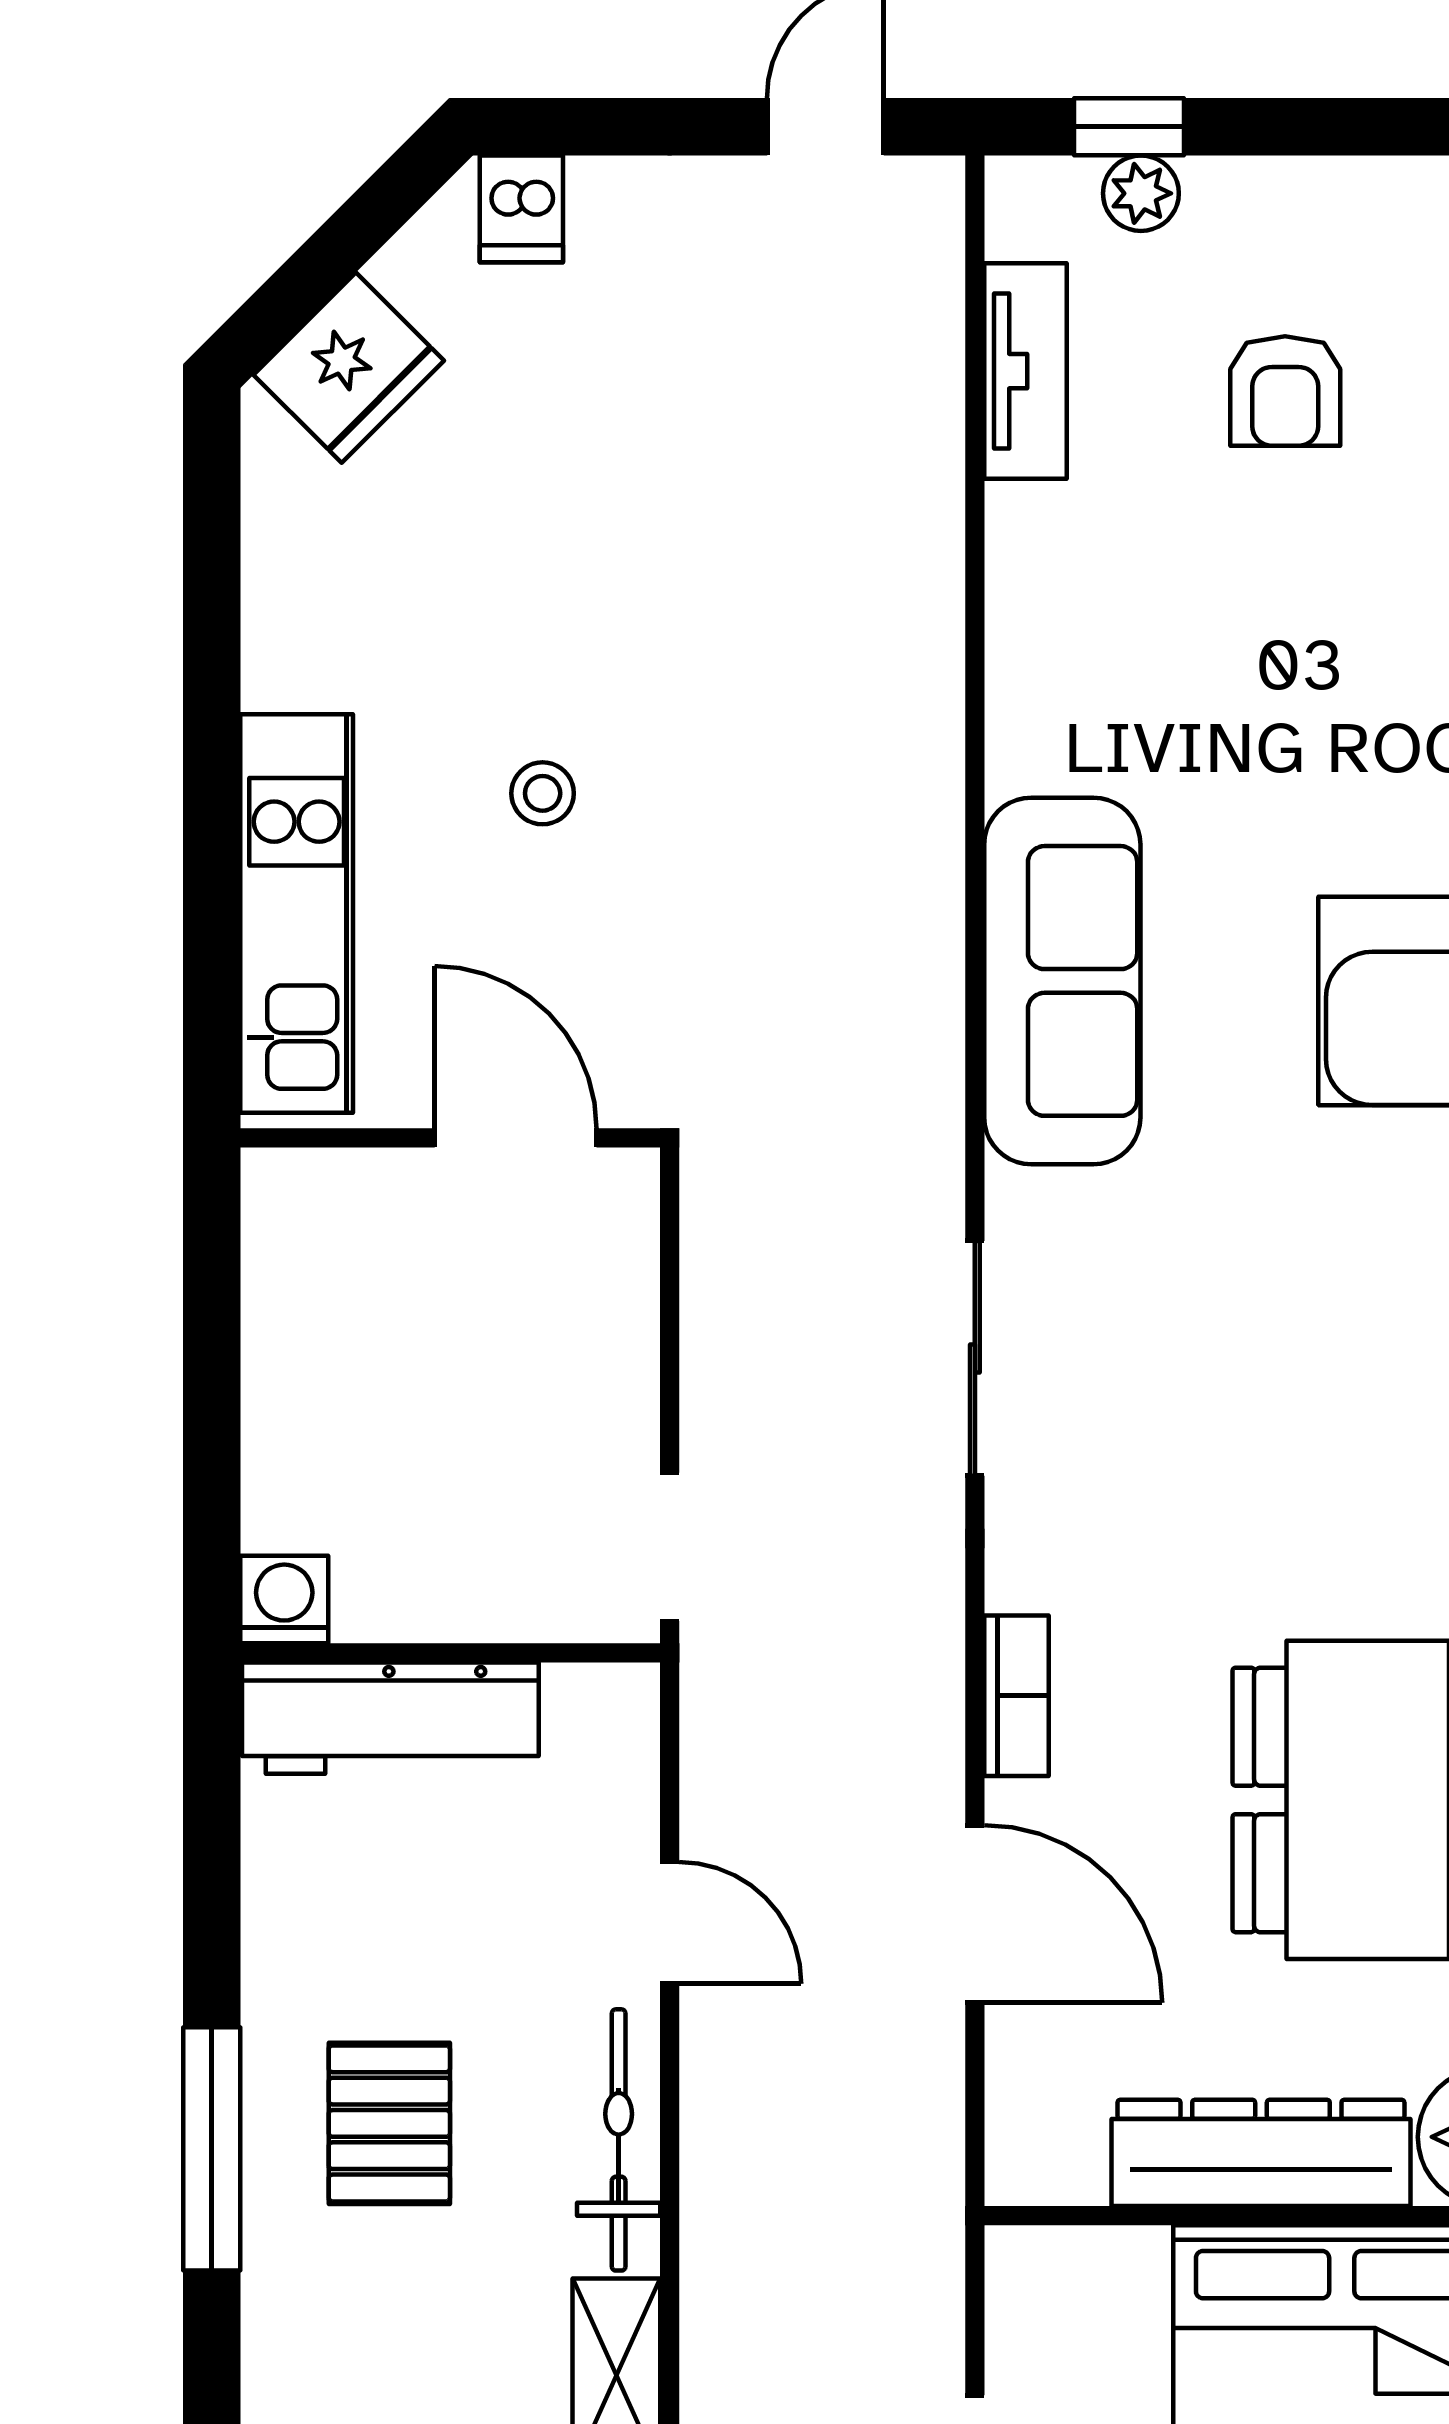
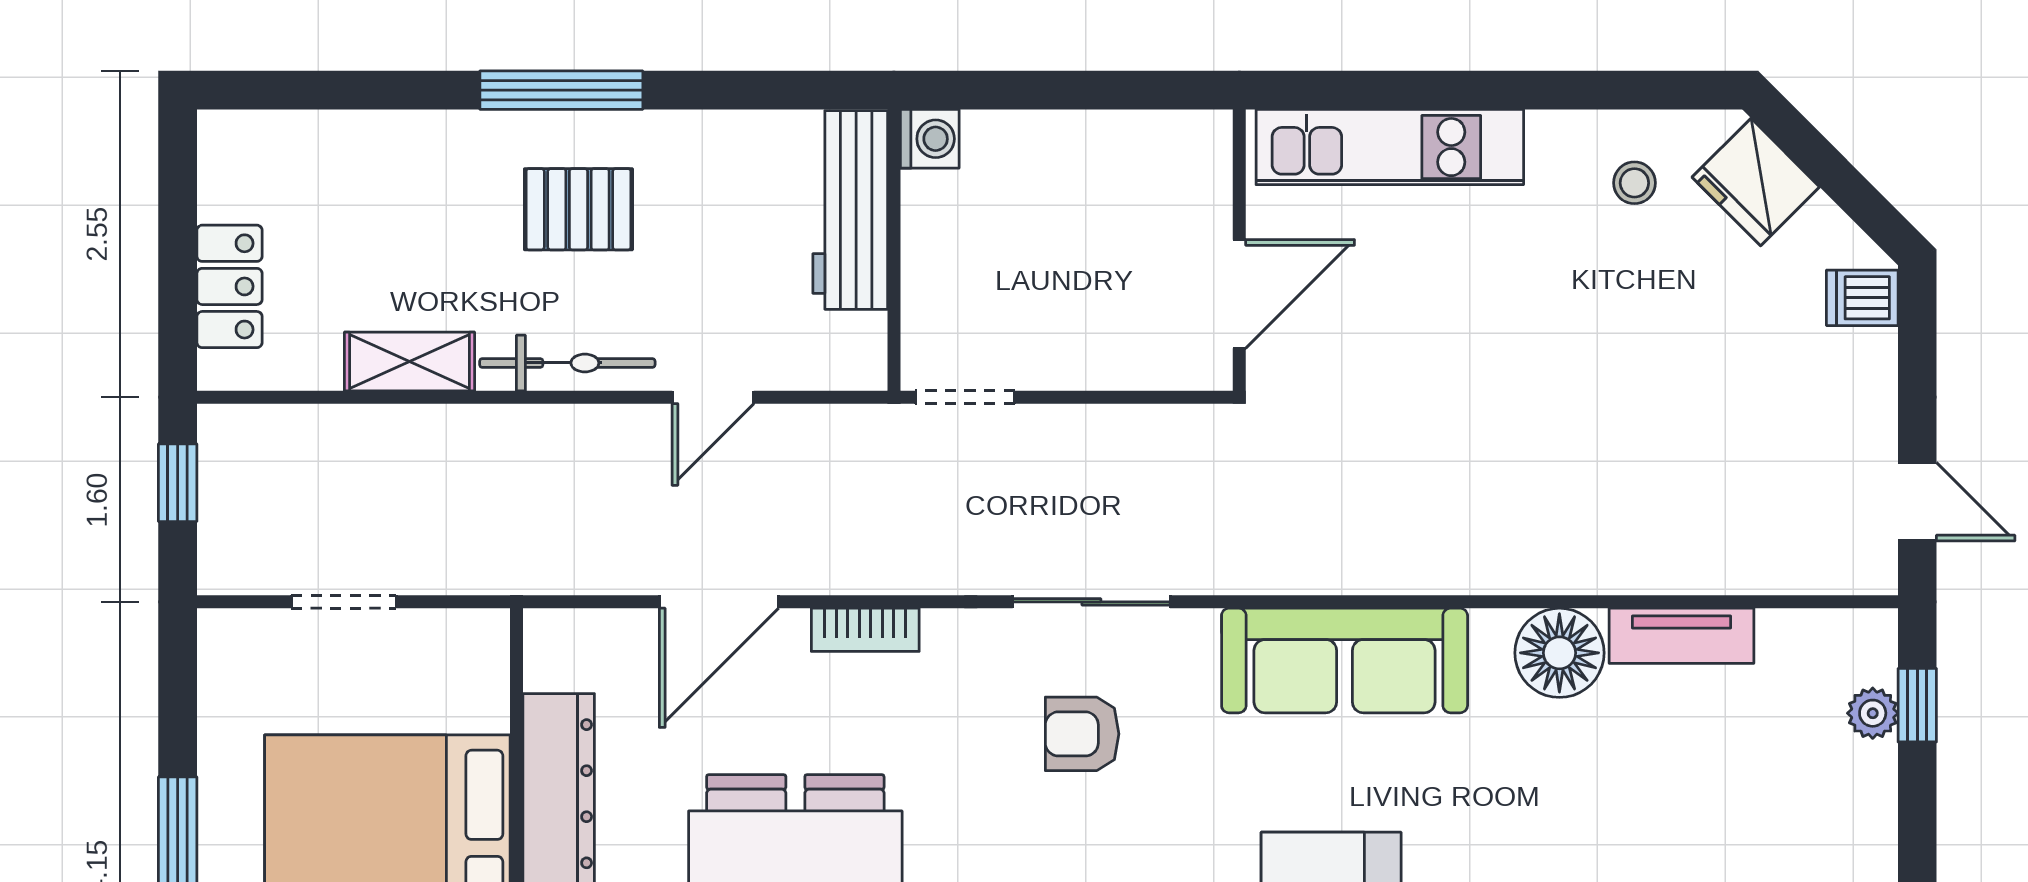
tv unit: (1026, 371) -> (1682, 636), moved
armchair: (1285, 391) -> (1082, 734), moved
floor lamp: (1051, 660) -> (1559, 653), added
stool: (543, 793) -> (1634, 183), moved

